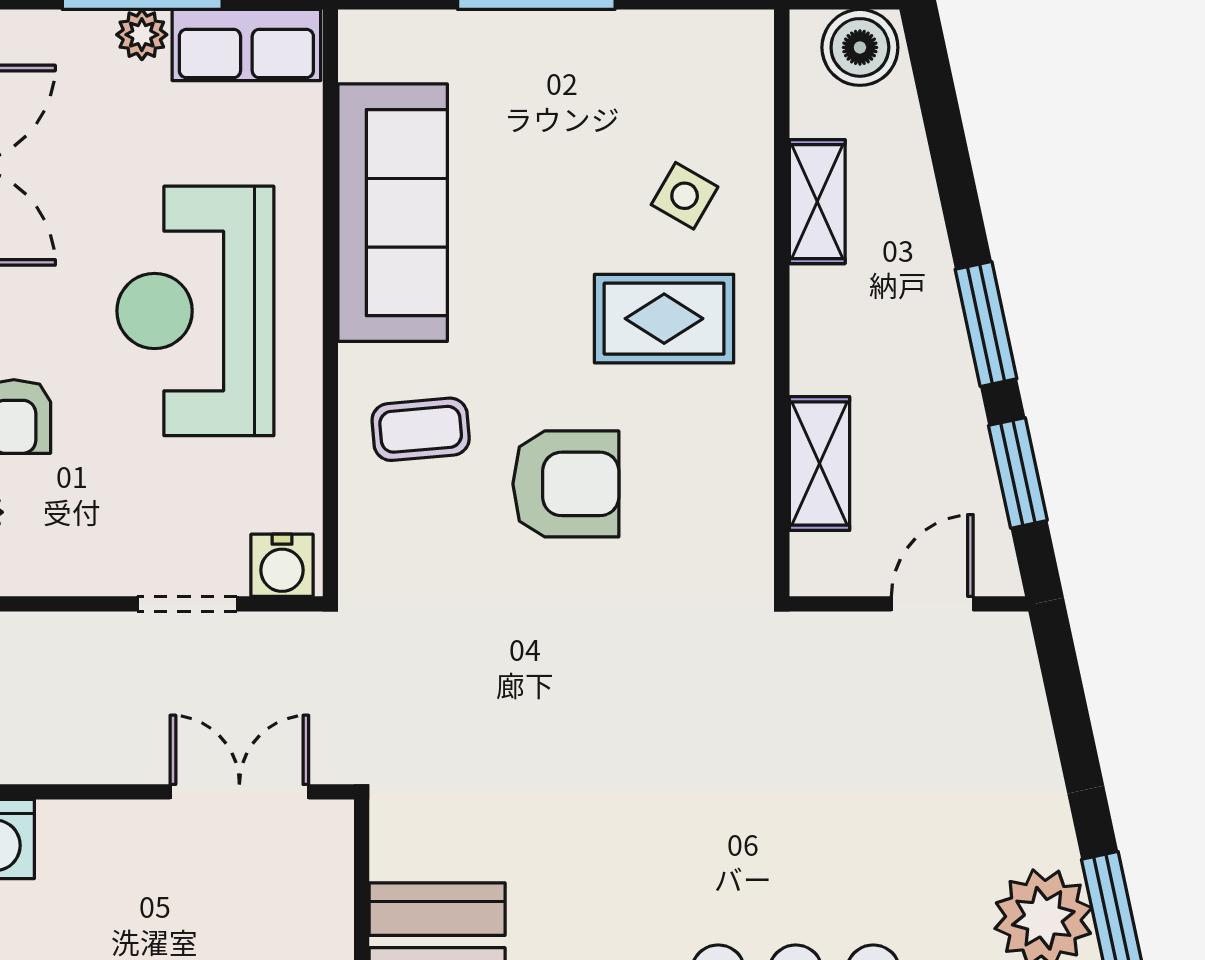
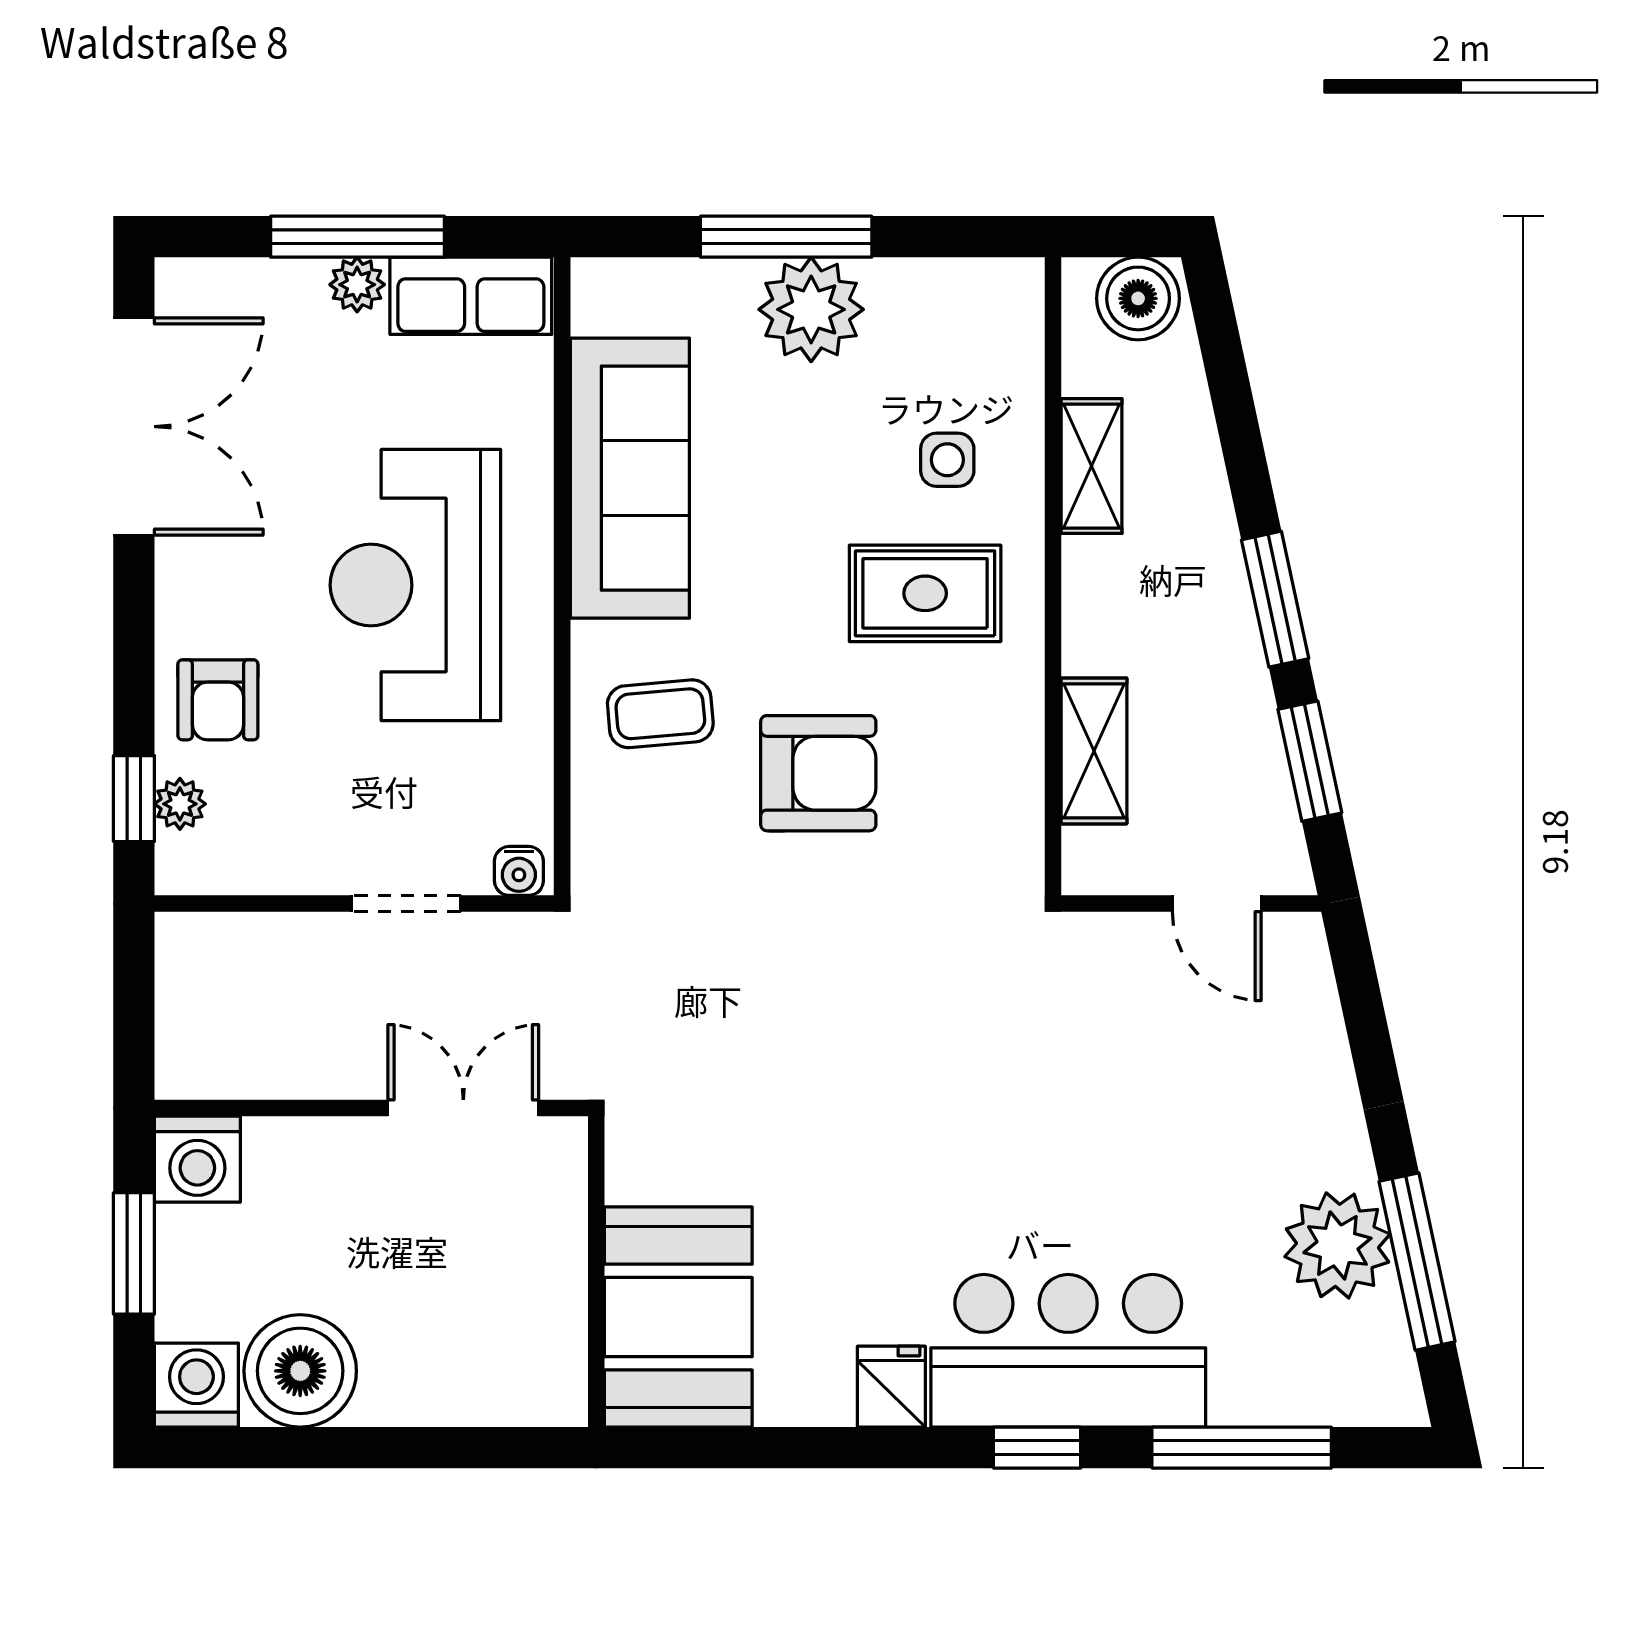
plant: (559, 58) -> (811, 309), added
side table: (685, 196) -> (947, 460), turned -30
water cooler: (282, 565) -> (519, 871), width x0.72, depth x0.72
door: (932, 604) -> (1217, 904), swing flipped

